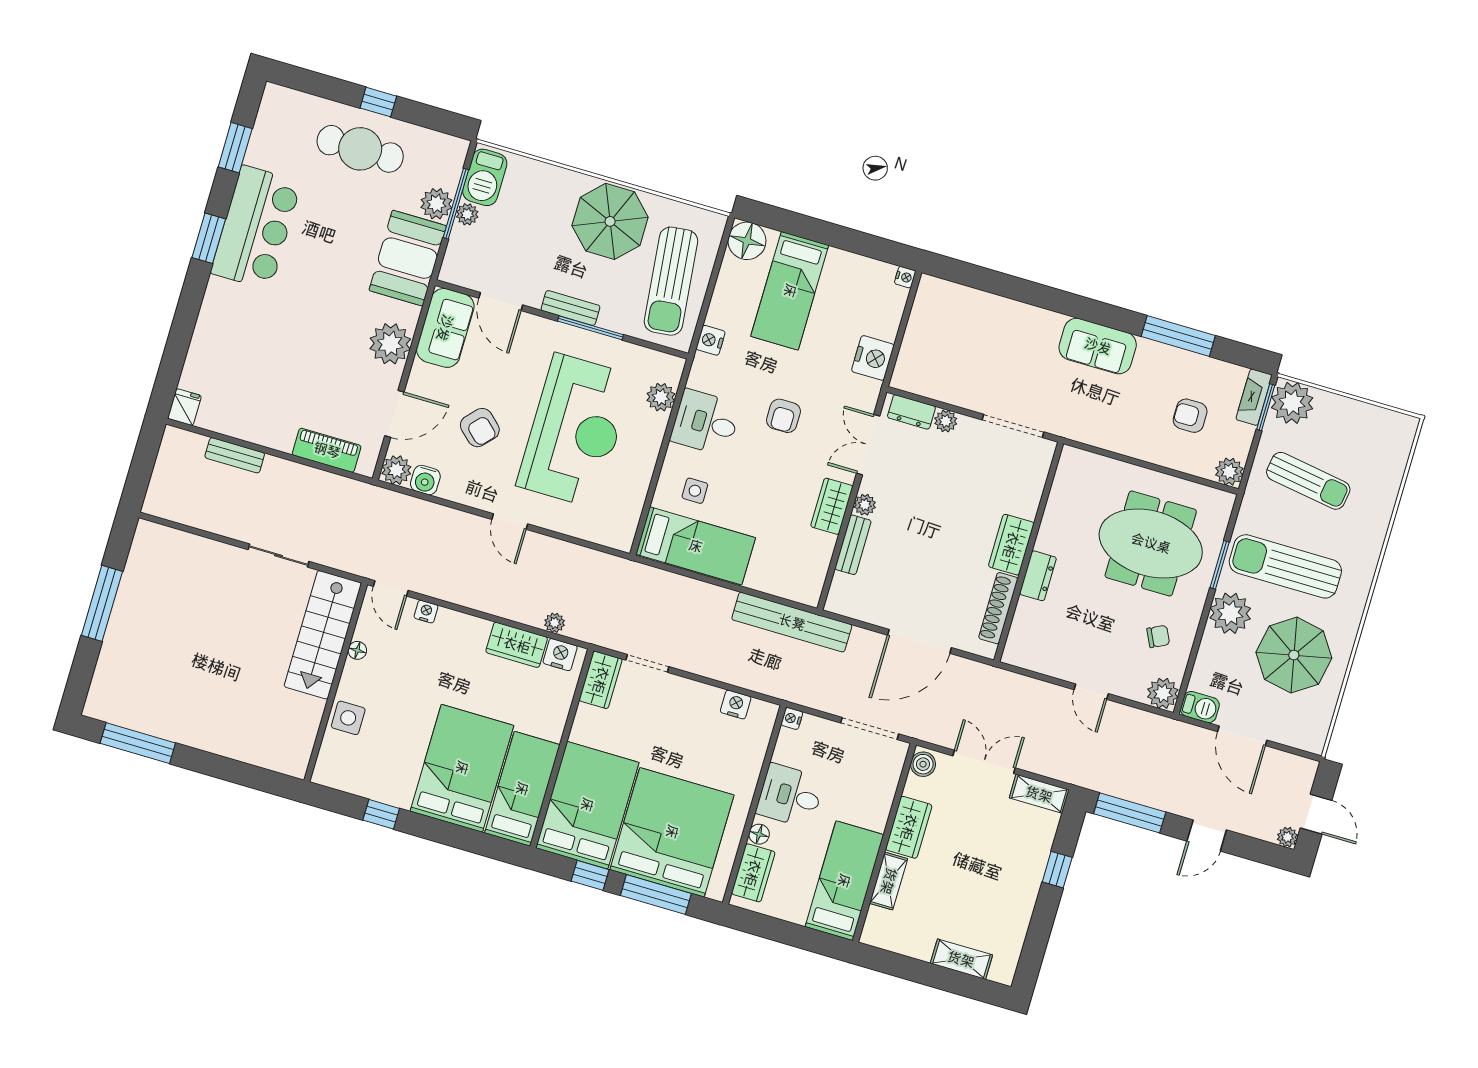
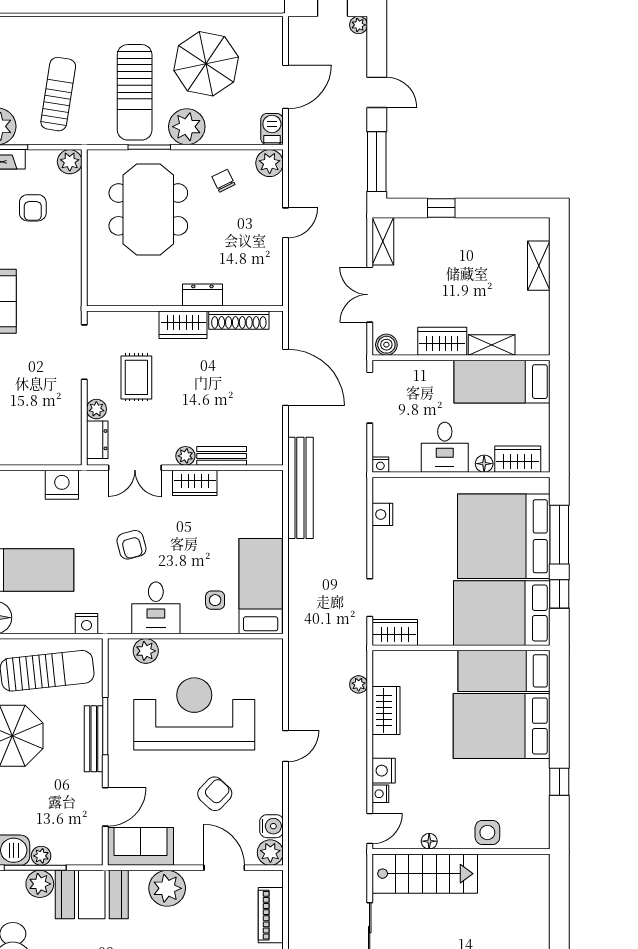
bench: (570, 308) -> (94, 739), width x1.36
armchair: (783, 416) -> (131, 545), turned 75
rug: (968, 476) -> (136, 377), added
nightstand: (560, 655) -> (384, 771), moved

